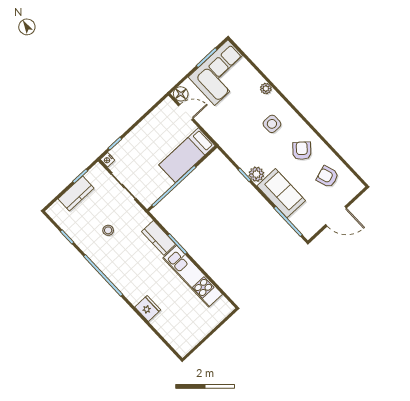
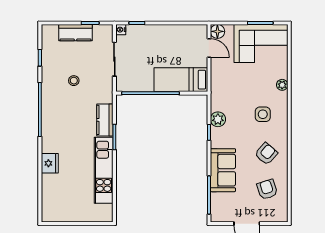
plant: (256, 174) -> (218, 119), moved

